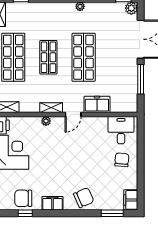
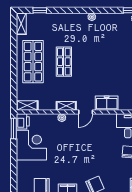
shop shelf: (84, 57) -> (95, 62), removed

